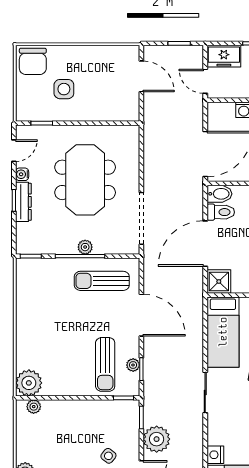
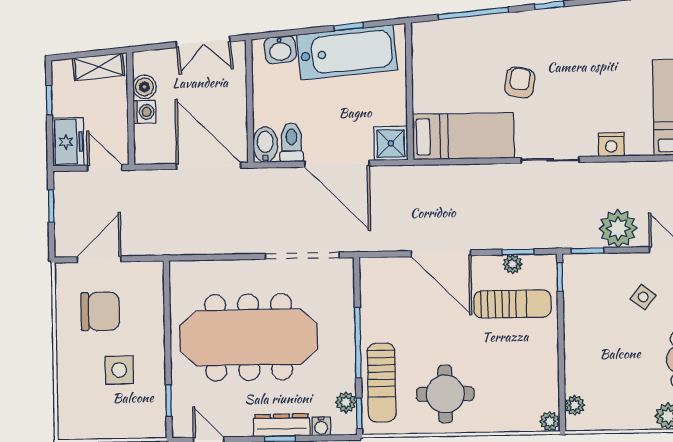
chair: (33, 61) -> (100, 311), moved
door: (205, 81) -> (105, 168), swing flipped
water cooler: (22, 174) -> (321, 426), moved
meeting table: (85, 180) -> (249, 337), width x1.36
plant: (85, 247) -> (346, 402), moved
sun lounger: (102, 281) -> (381, 383), moved
door: (141, 315) -> (441, 253), swing flipped
round table: (43, 316) -> (445, 394), added
plant: (29, 383) -> (550, 421), width x0.53, depth x0.53
nightstand: (215, 455) -> (611, 145), moved

